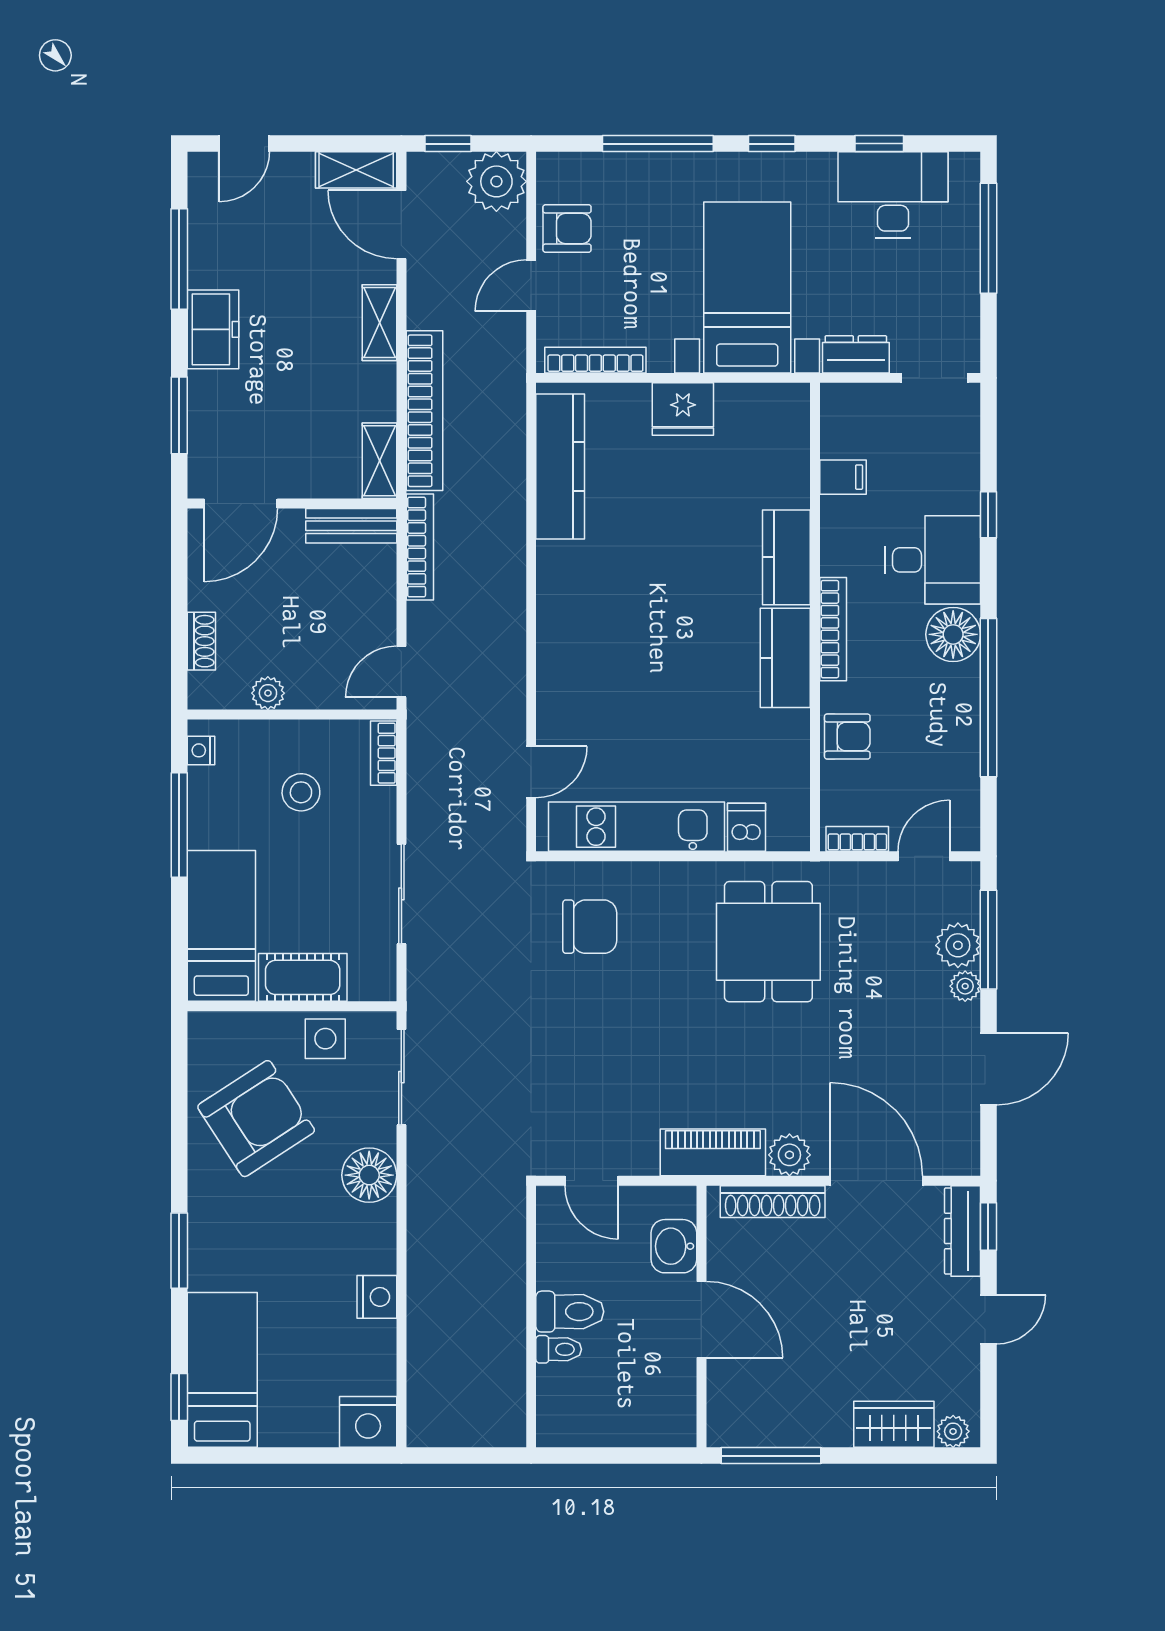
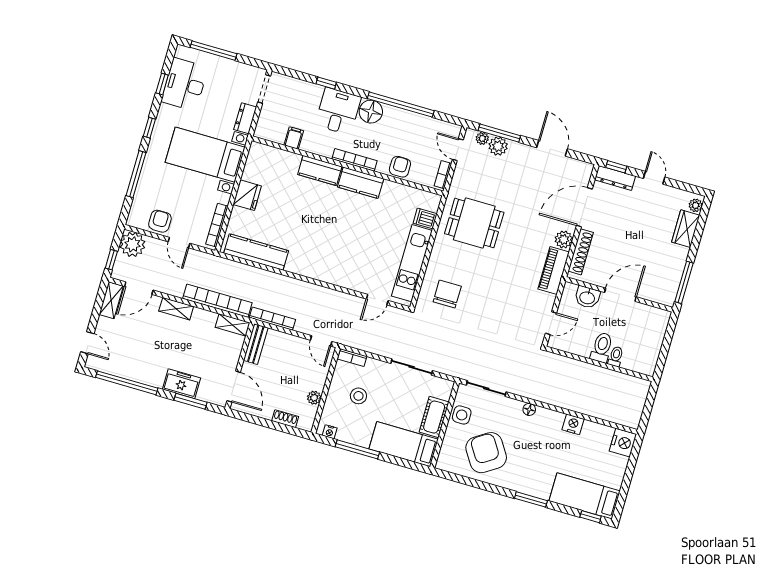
window: (179, 259) -> (127, 383), width x1.46
freezer: (213, 329) -> (181, 384), moved
door: (531, 772) -> (377, 300), swing flipped
plant: (965, 986) -> (482, 138), moved
floor lamp: (369, 1175) -> (529, 409), width x0.53, depth x0.53

